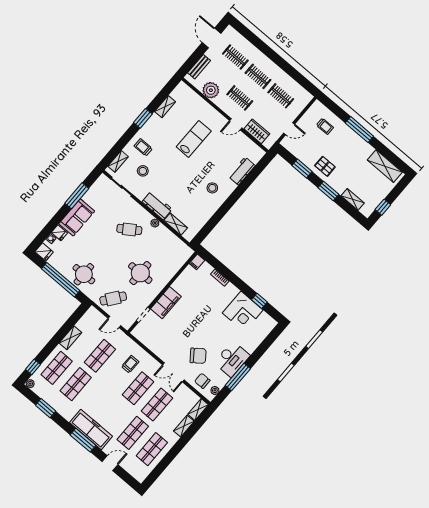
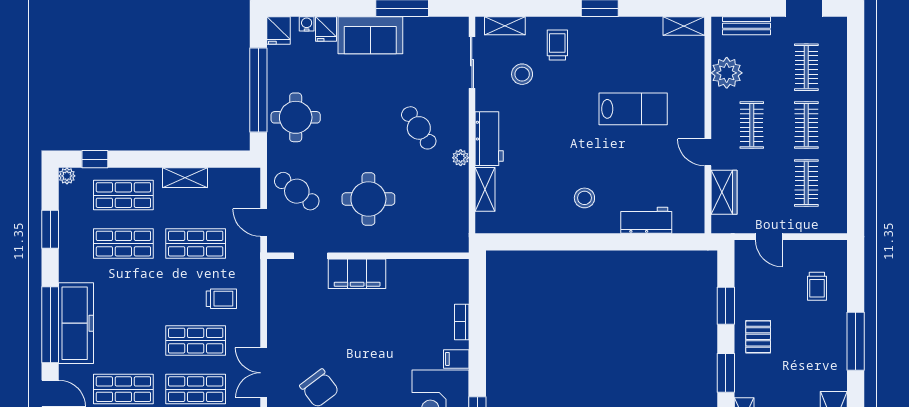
shelving: (165, 107) -> (684, 26), moved
filing cabinet: (197, 262) -> (456, 359), moved
window: (83, 440) -> (50, 325), width x1.46

